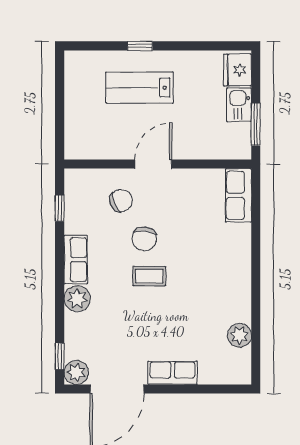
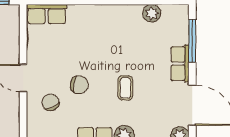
coffee table: (149, 276) -> (125, 88), moved
window: (203, 389) -> (192, 41), added

